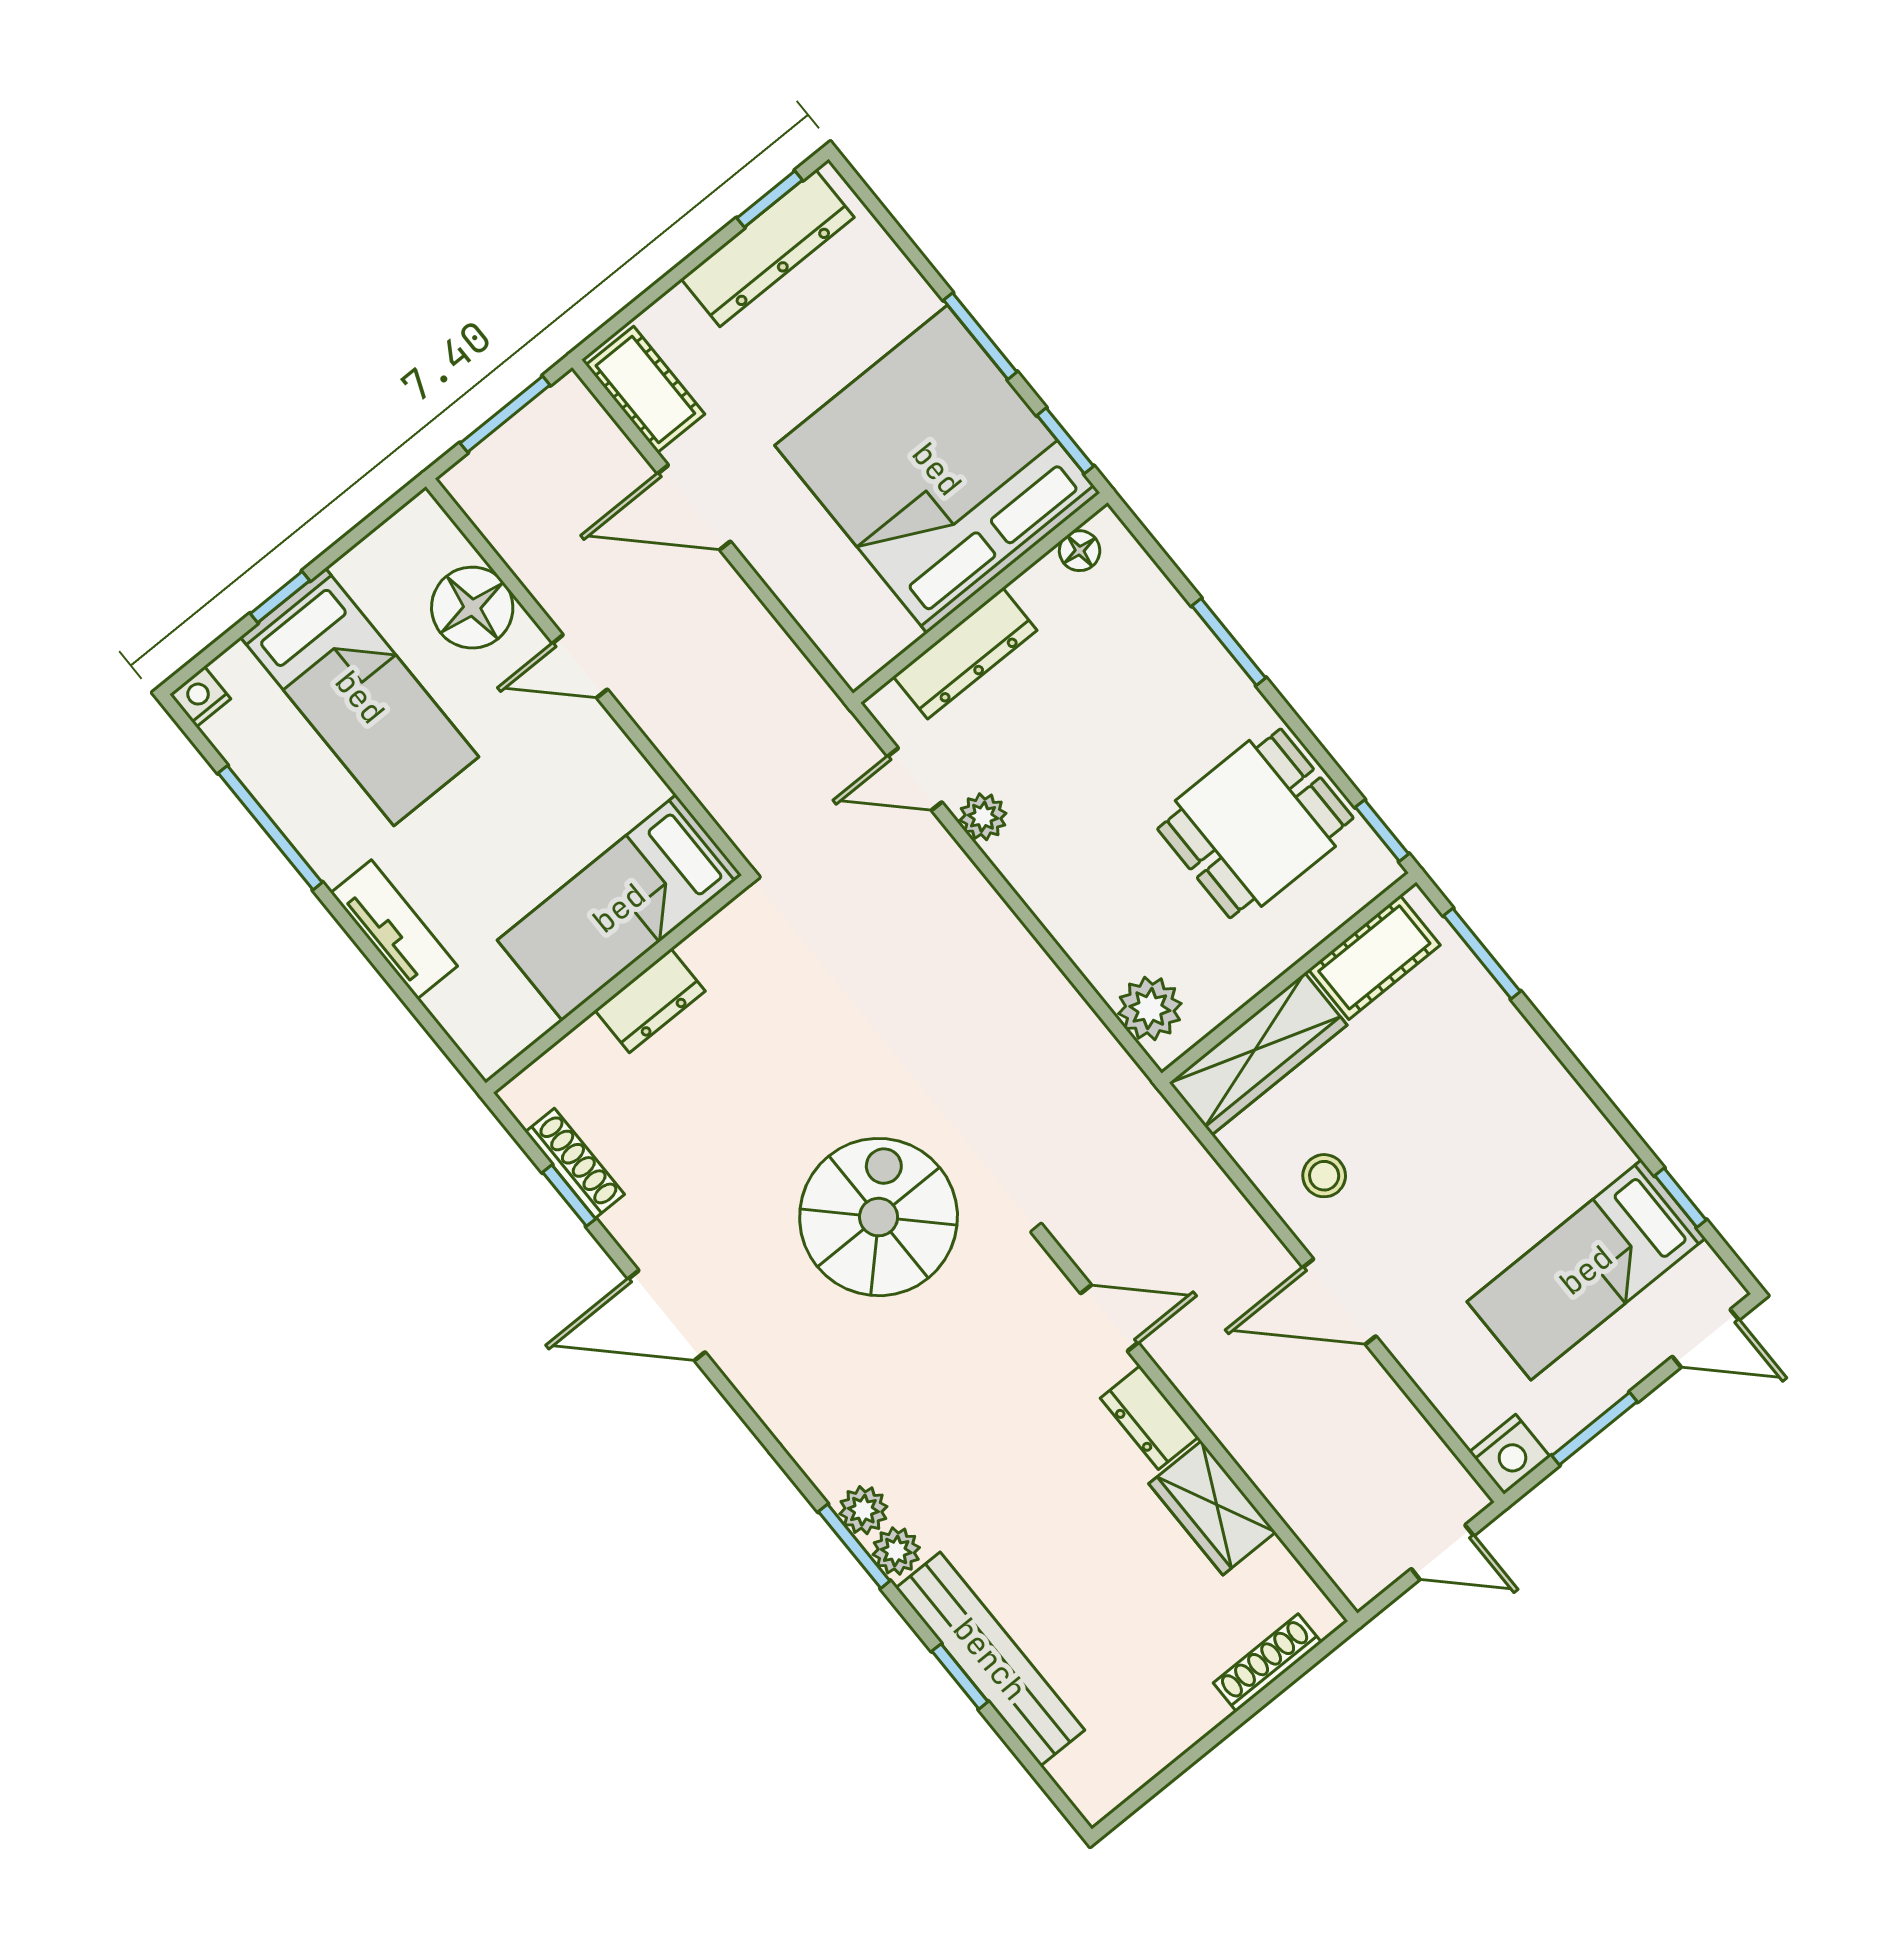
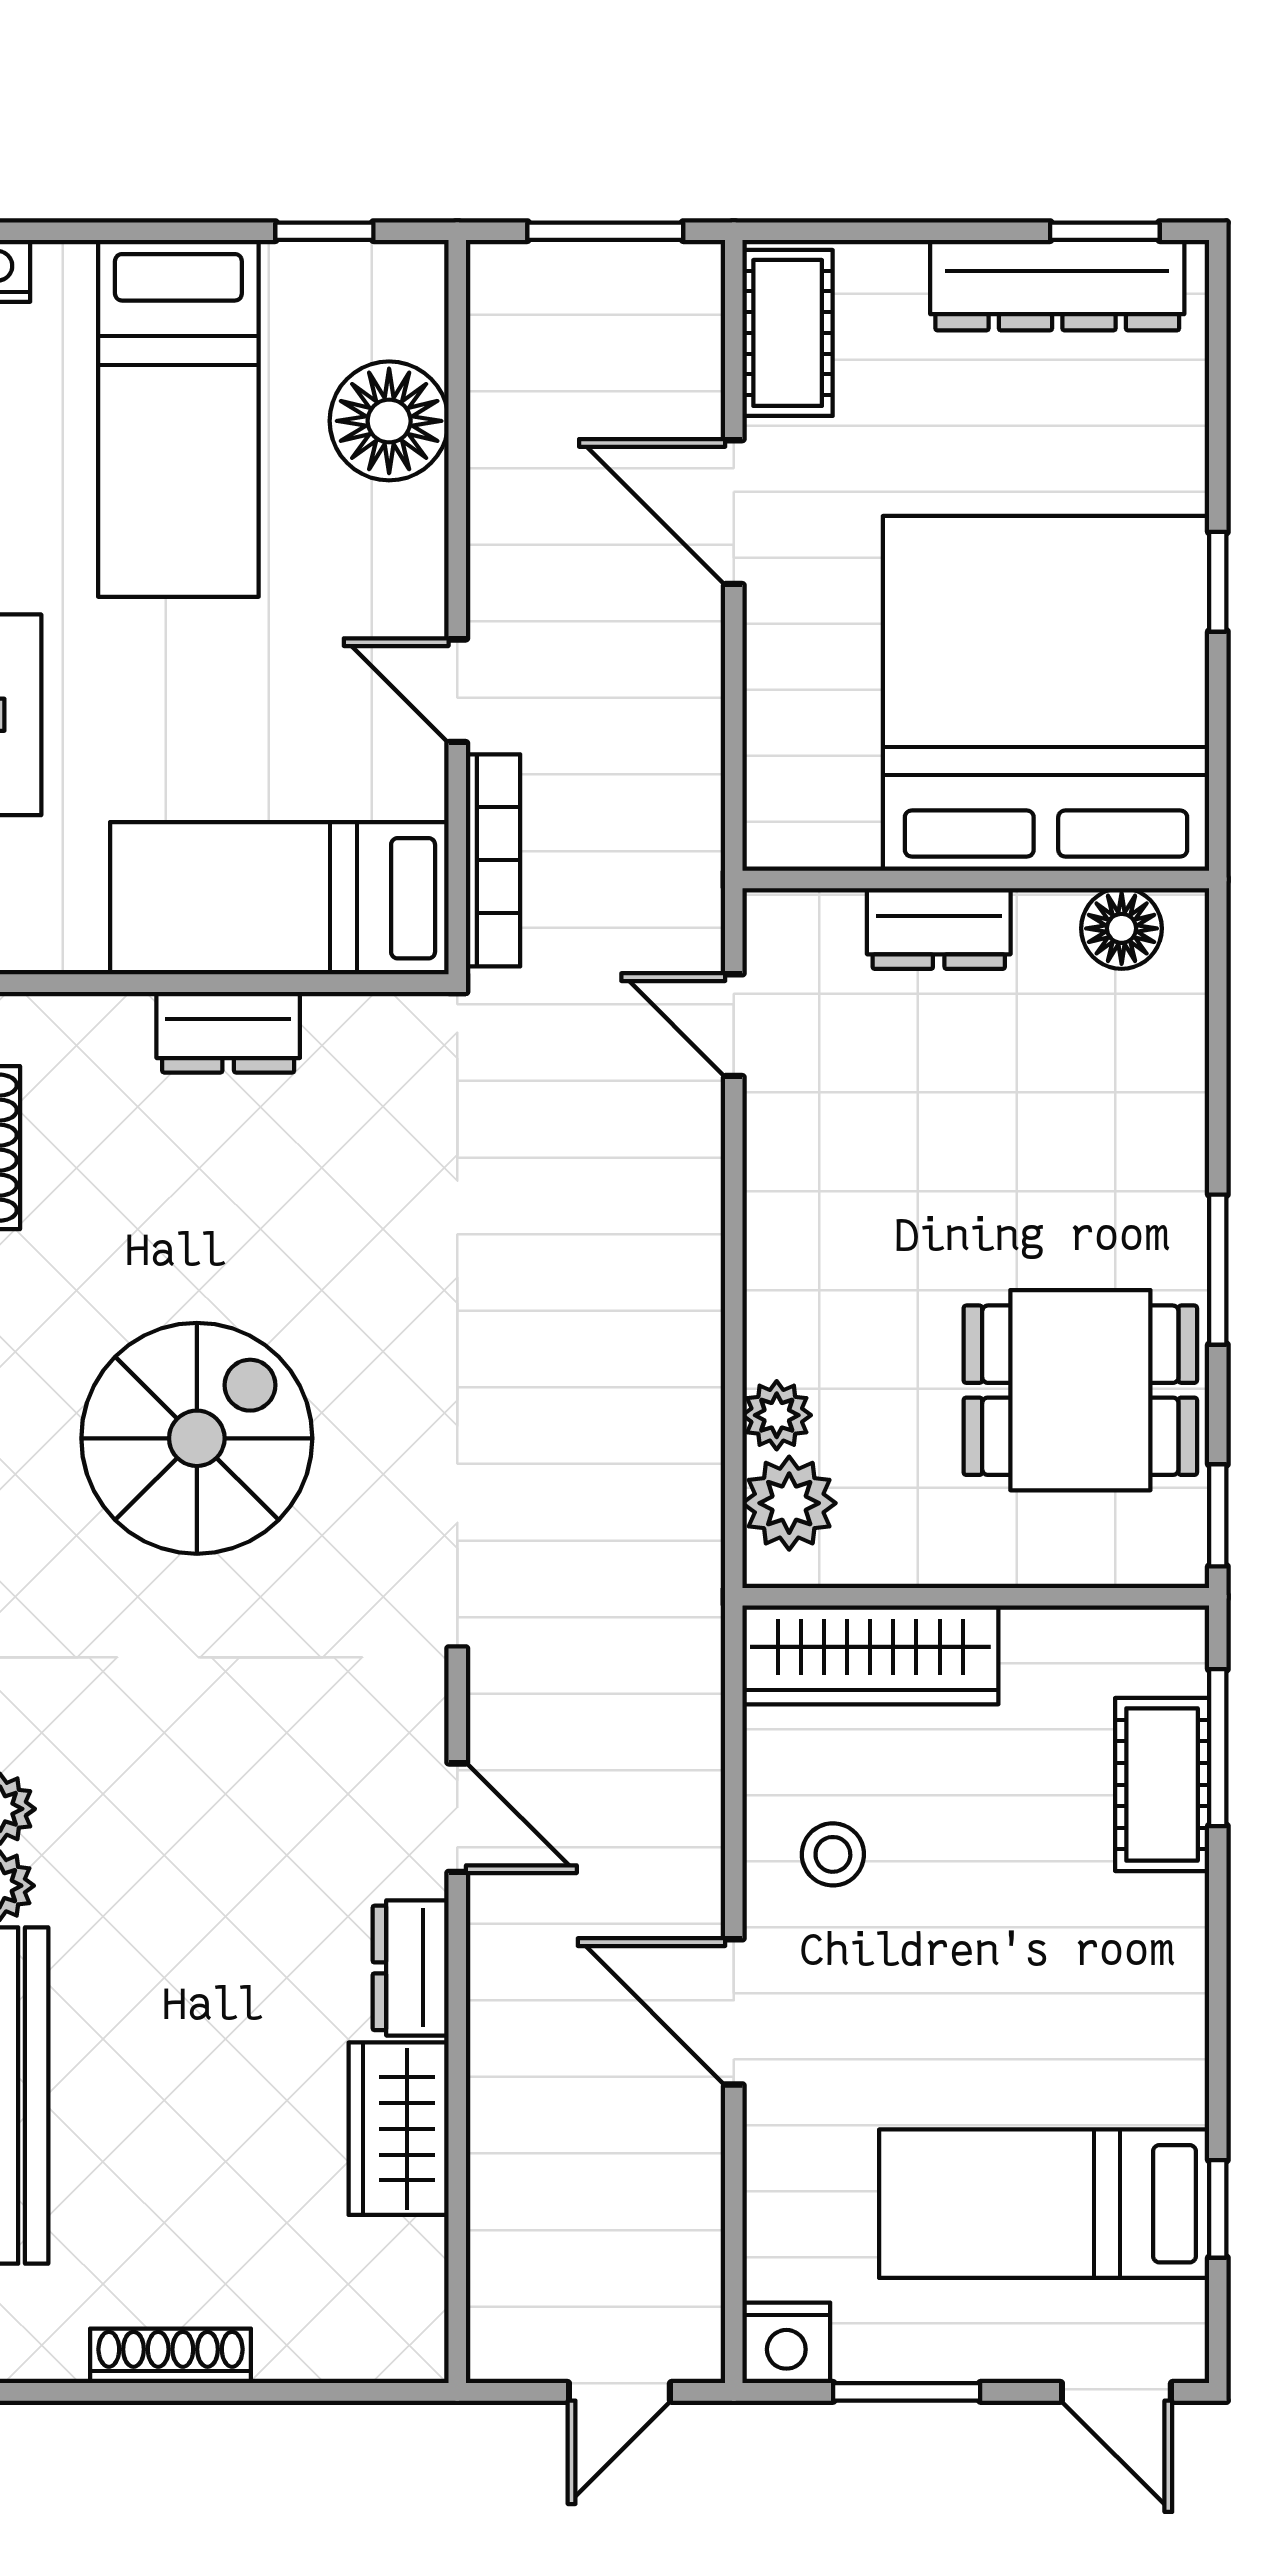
window: (980, 336) -> (1218, 582), width x0.67
window: (1065, 441) -> (1218, 779), removed
floor lamp: (1080, 551) -> (1122, 928), width x1.37, depth x1.37
window: (280, 597) -> (324, 231), moved
window: (1229, 642) -> (1218, 1270), moved
dresser: (965, 653) -> (939, 928), width x0.70
door: (580, 666) -> (457, 691), moved
bookcase: (716, 796) -> (493, 860), added
plant: (983, 817) -> (777, 1415), moved
cot: (1374, 957) -> (1162, 1785), moved, turned 90
spiral stairs: (879, 1217) -> (197, 1438), moved
door: (1442, 1552) -> (619, 2392), hinge flipped
shoe rack: (1267, 1663) -> (171, 2356), moved

